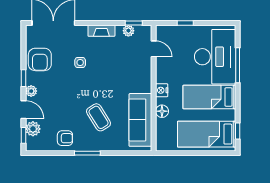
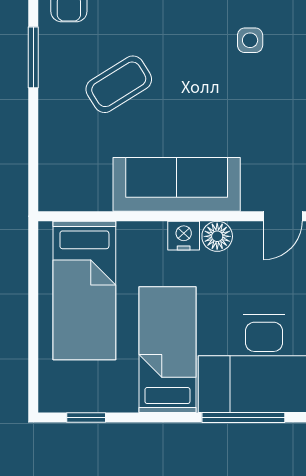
floor lamp: (162, 111) -> (217, 236), moved
sofa: (140, 120) -> (177, 184), moved
bed: (207, 134) -> (84, 290), moved, turned 180

